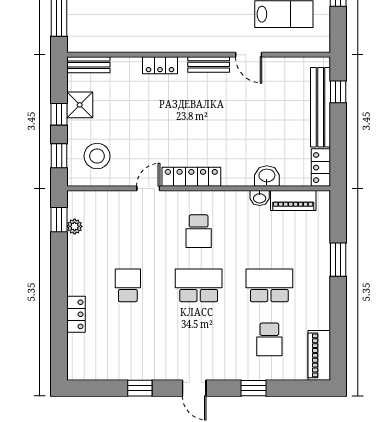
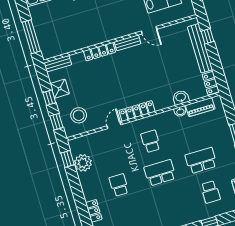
locker: (160, 65) -> (99, 52), width x1.53
plant: (75, 226) -> (83, 163), width x1.87, depth x1.87
school desk: (199, 231) -> (151, 141), turned 180

